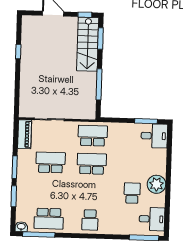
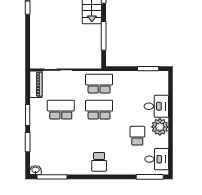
desk: (154, 136) -> (156, 106), moved
school desk: (49, 219) -> (61, 162), removed

